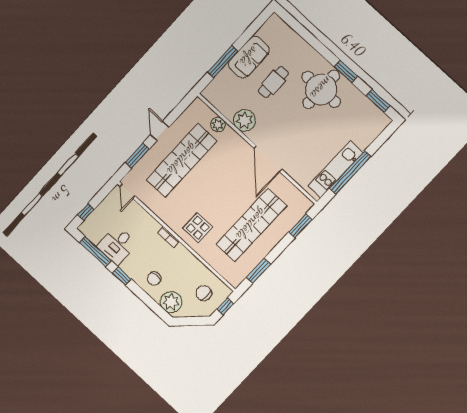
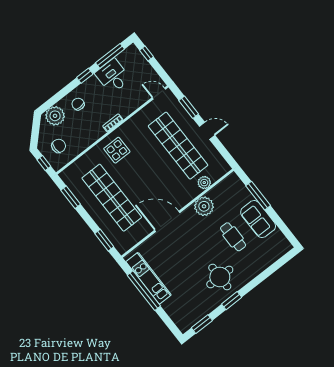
round table: (321, 89) -> (220, 277), width x0.73, depth x0.73

